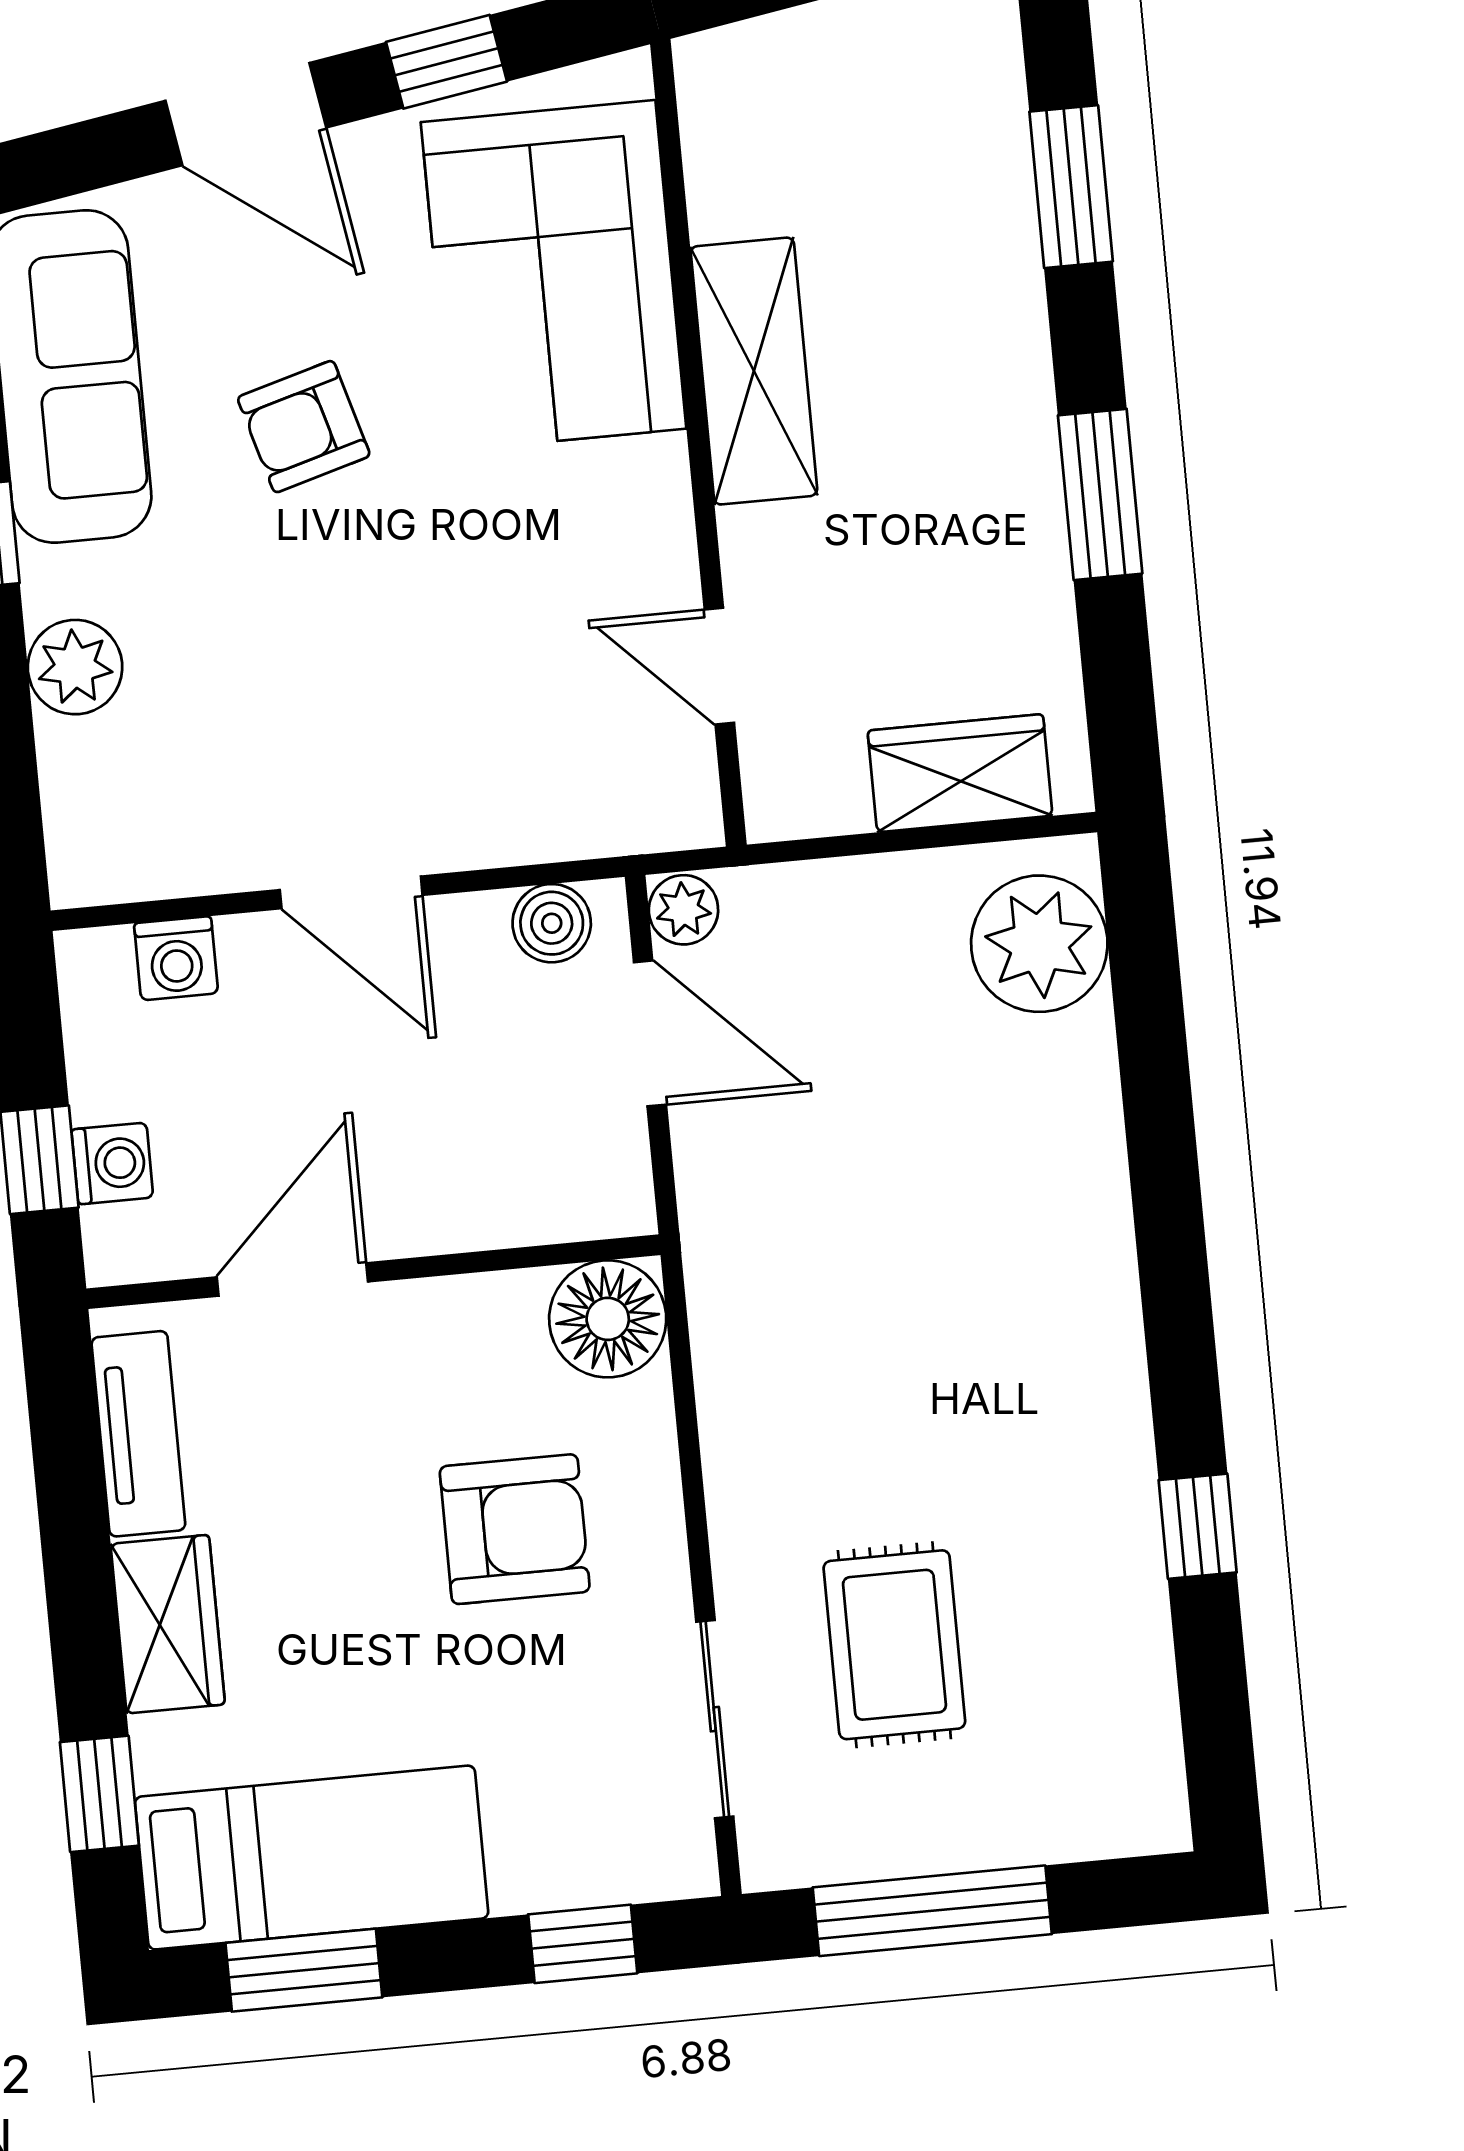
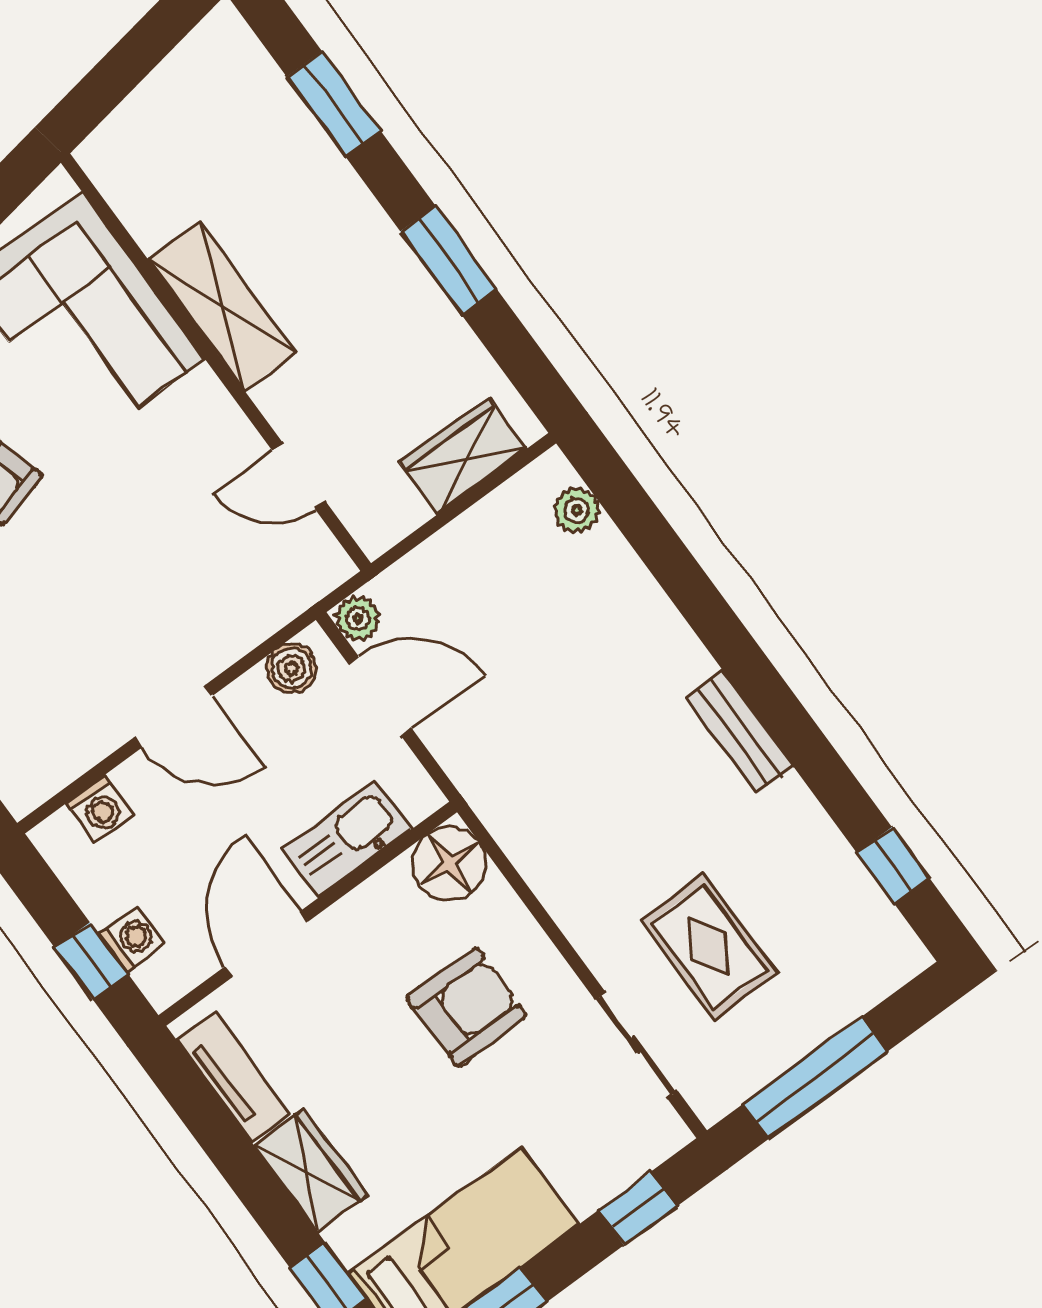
plant: (1039, 944) -> (577, 510), width x0.53, depth x0.53
kitchen sink: (488, 1202) -> (347, 839), added
bench: (1112, 1377) -> (740, 732), added
window: (1198, 1526) -> (893, 865), moved

